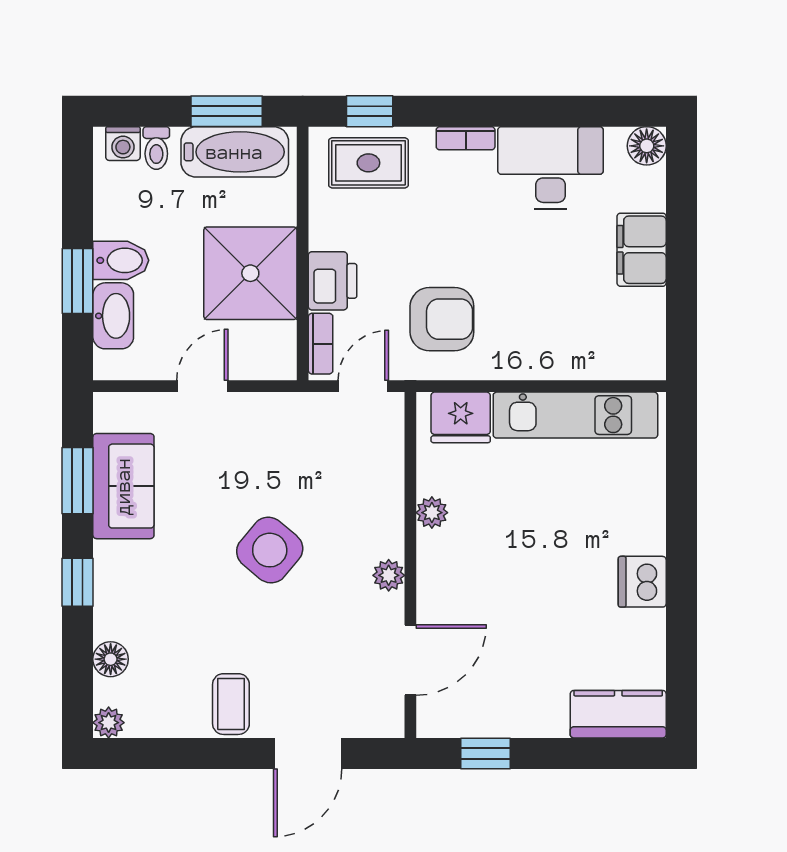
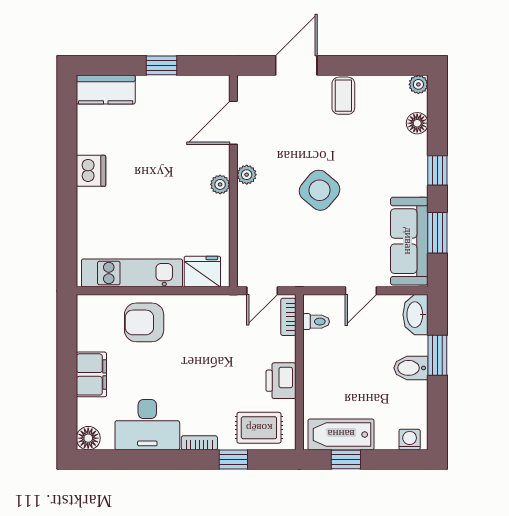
window: (227, 111) -> (346, 459), width x0.67
window: (370, 111) -> (233, 459), moved
toilet: (156, 148) -> (316, 322), moved, turned 90
shower: (250, 273) -> (331, 360), removed
printer: (333, 281) -> (281, 381), moved
washbasin: (113, 316) -> (416, 315), moved
armchair: (442, 319) -> (144, 322), moved
sofa: (123, 486) -> (409, 241), width x1.36
plant: (432, 513) -> (220, 184), moved
window: (485, 753) -> (161, 65), moved

